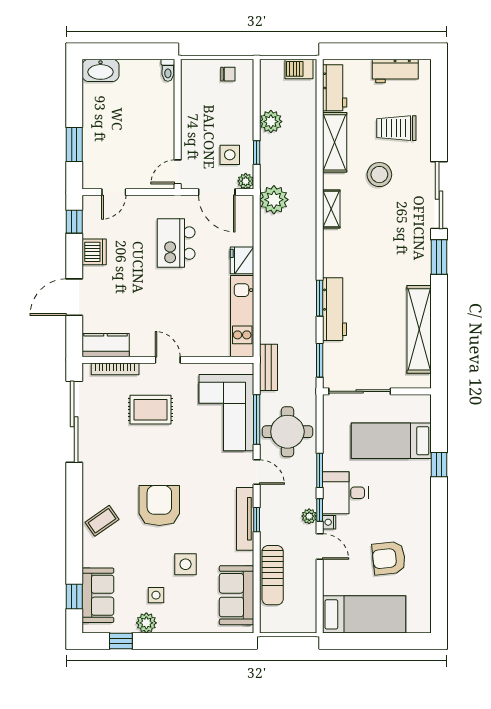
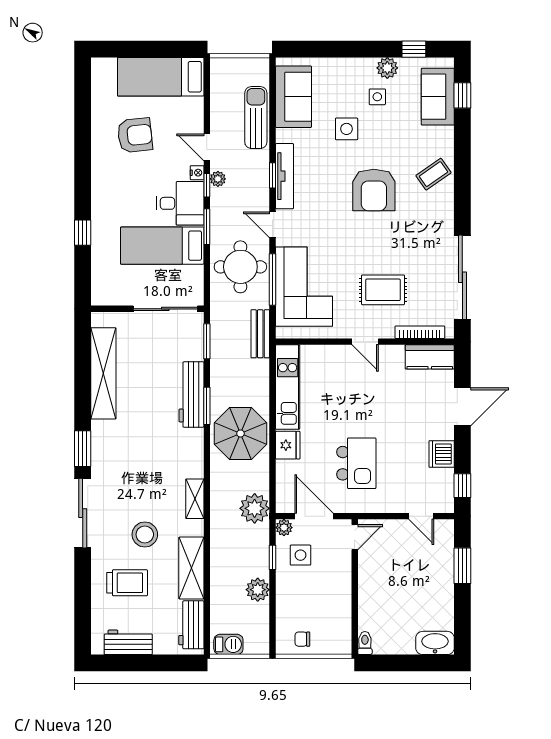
door: (114, 192) -> (421, 516), swing flipped
parasol: (287, 272) -> (240, 434), added
bed: (391, 441) -> (162, 246), moved, turned 180

